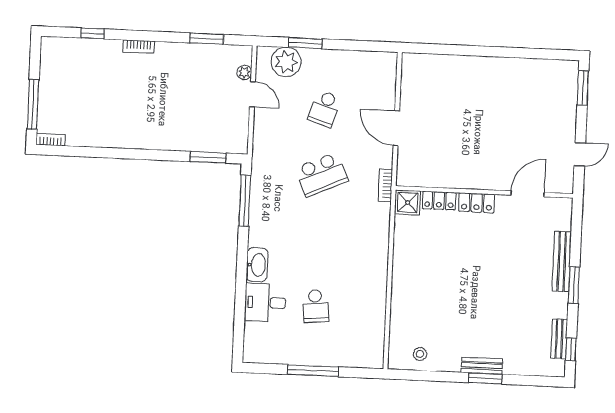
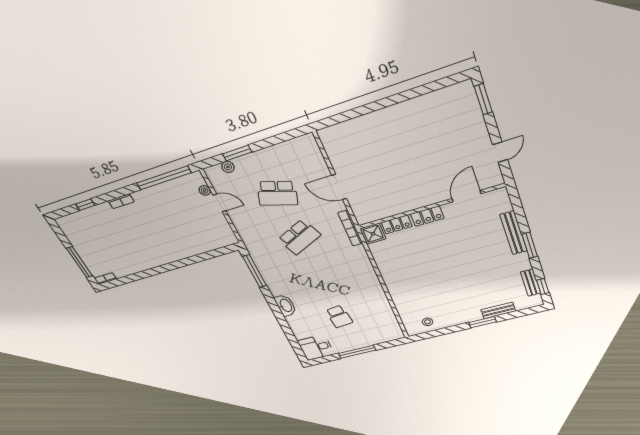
window: (207, 39) -> (164, 178), width x2.11
plant: (286, 62) -> (228, 167), width x0.53, depth x0.53
school desk: (325, 109) -> (277, 193), width x1.85
window: (208, 157) -> (214, 254), removed
bookcase: (385, 185) -> (350, 228), width x1.56
desk: (265, 303) -> (316, 348), moved
bench: (482, 366) -> (498, 310), moved

